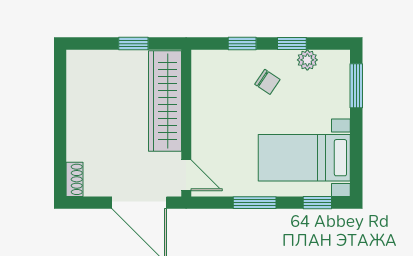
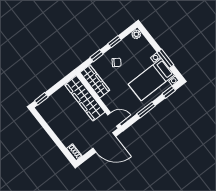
window: (133, 44) -> (41, 99), moved
plant: (307, 60) -> (136, 34), moved
wardrobe: (205, 85) -> (95, 81), added
window: (356, 86) -> (165, 59), moved

